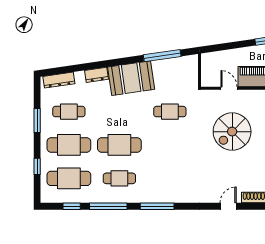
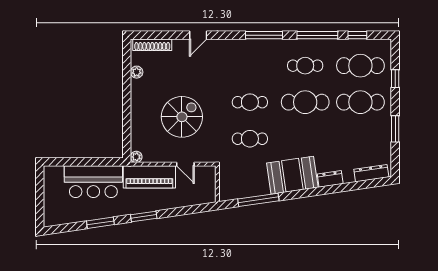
cafe table: (69, 112) -> (250, 102), moved
door: (228, 206) -> (198, 35), moved

